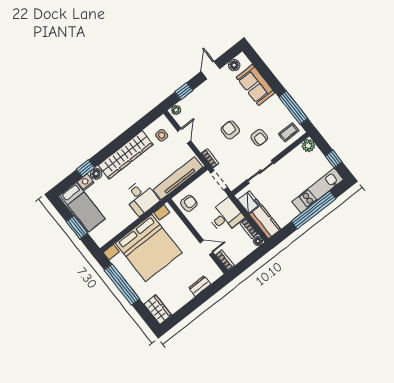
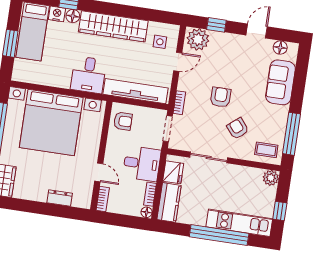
plant: (176, 110) -> (198, 39), width x1.87, depth x1.87
armchair: (259, 137) -> (238, 129), turned 140

